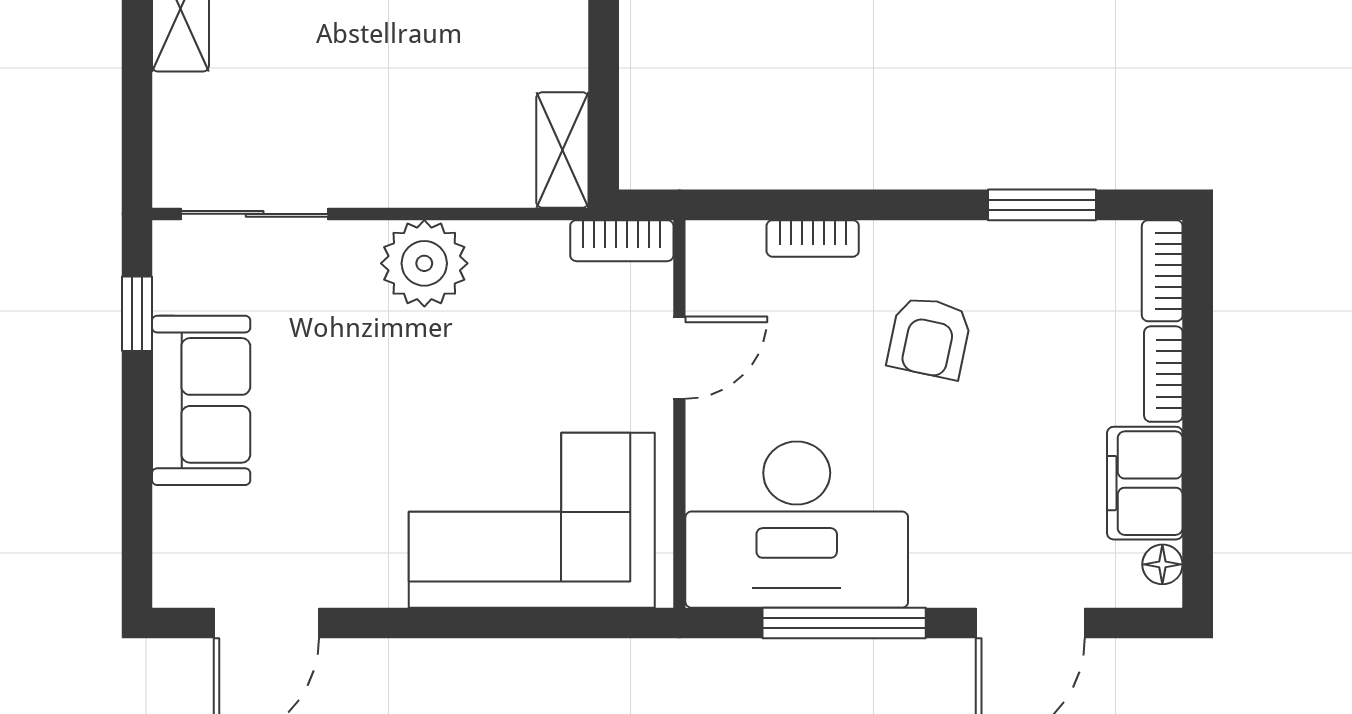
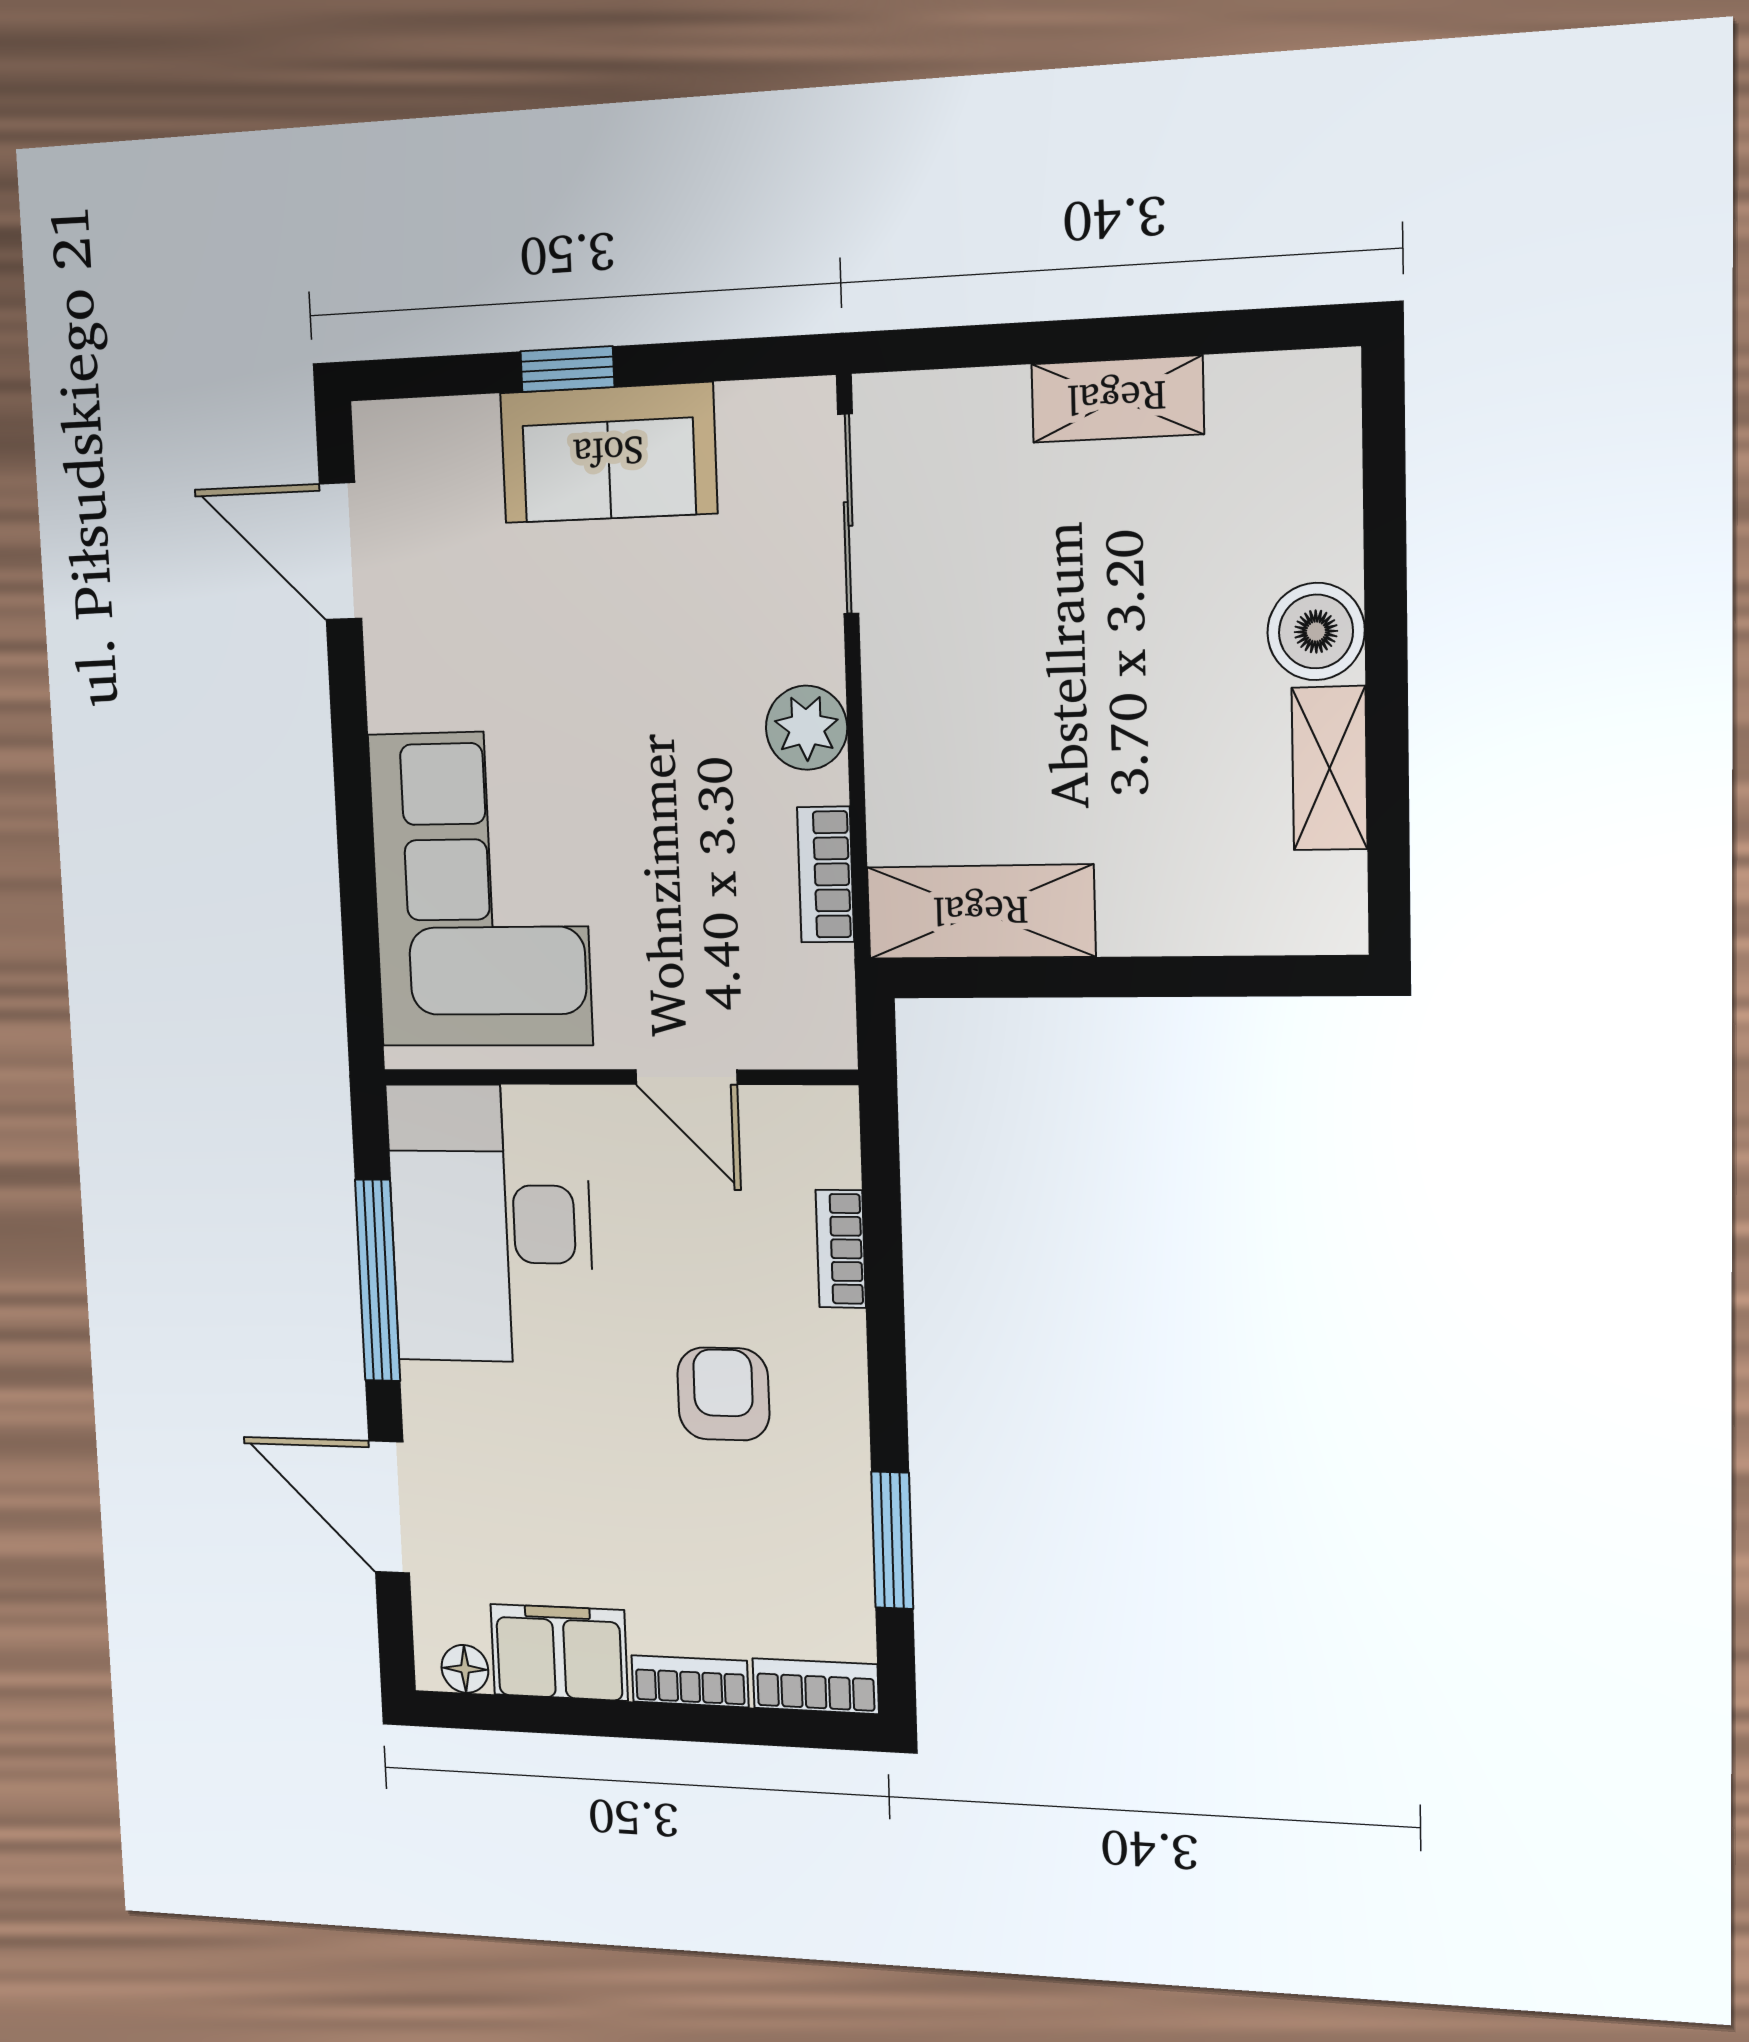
shelving: (562, 150) -> (981, 912), width x1.50, depth x1.33
bookcase: (622, 241) -> (826, 874), moved
plant: (424, 263) -> (807, 728), width x0.73, depth x0.73
window: (137, 314) -> (567, 369), moved
armchair: (929, 337) -> (723, 1394), turned 78

